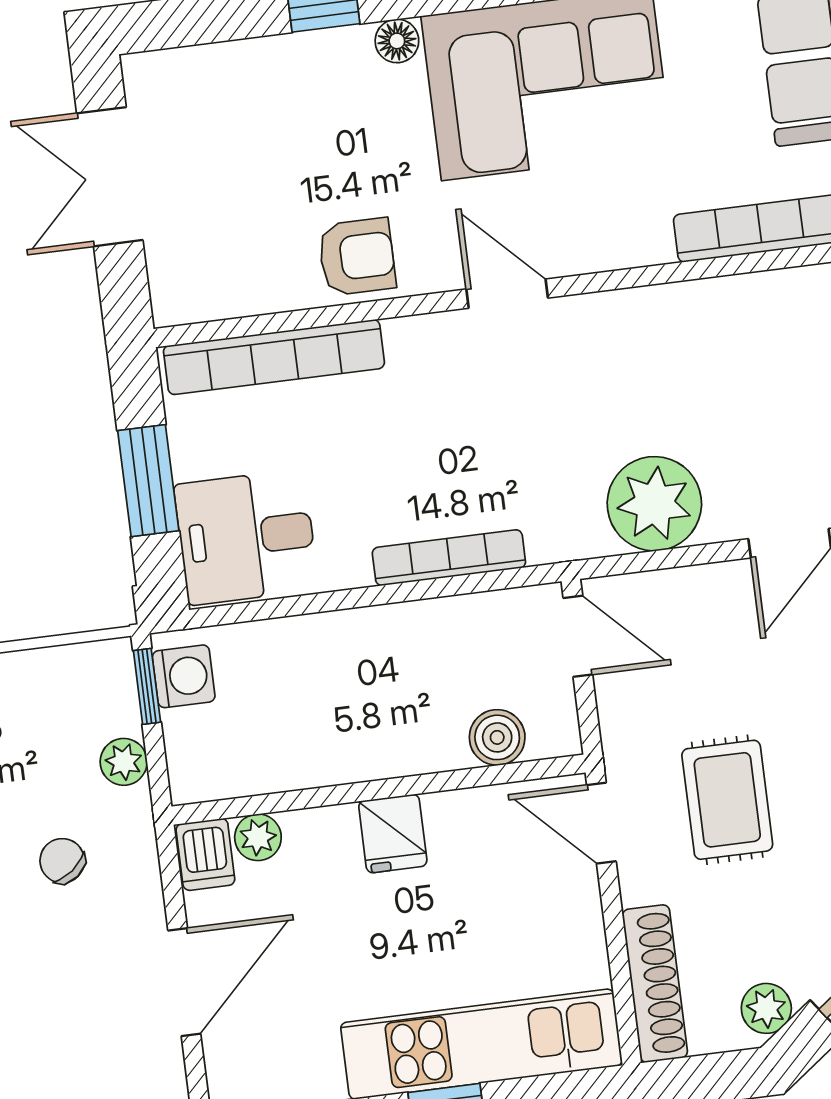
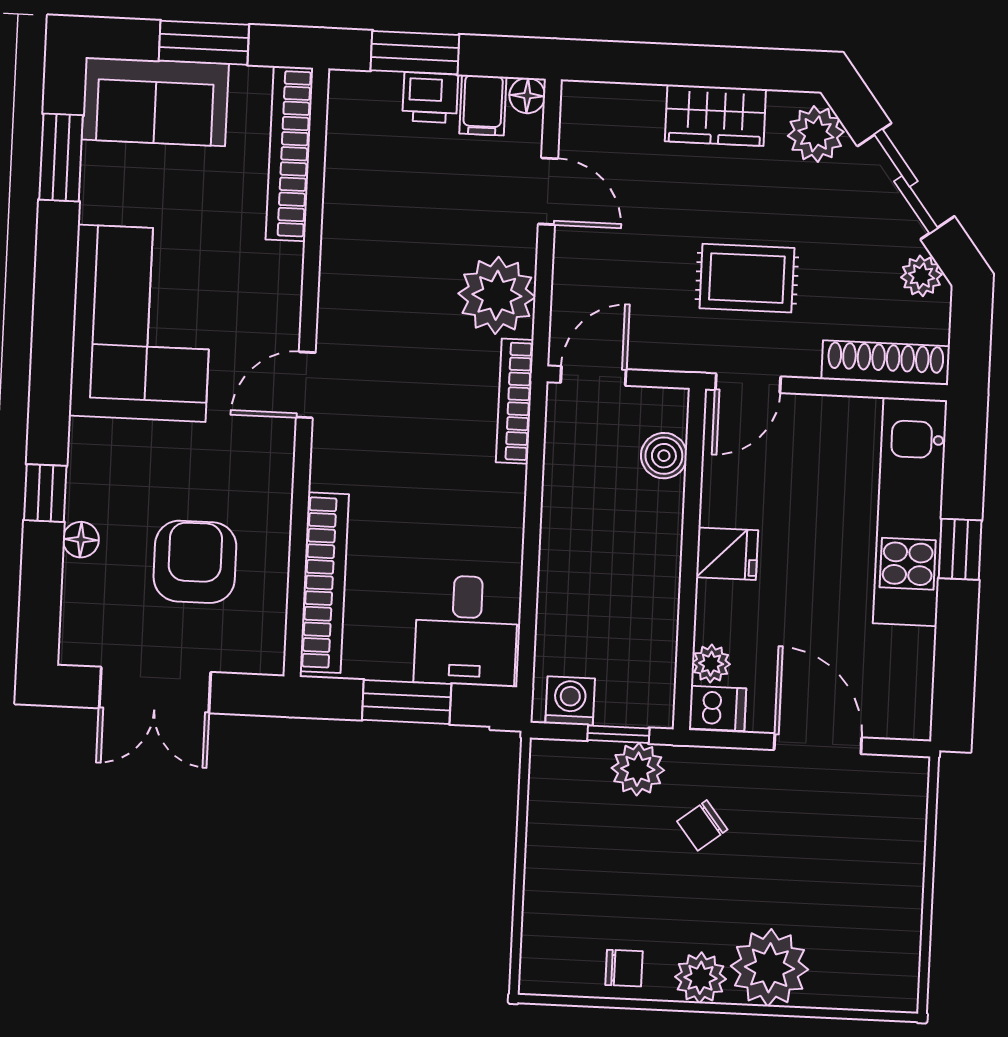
floor lamp: (397, 41) -> (81, 540), moved
armchair: (357, 257) -> (195, 562), moved, width x1.38, depth x1.38
bookcase: (449, 558) -> (515, 401), moved
window: (147, 686) -> (618, 734), moved
plant: (124, 762) -> (638, 769), width x1.38, depth x1.38

